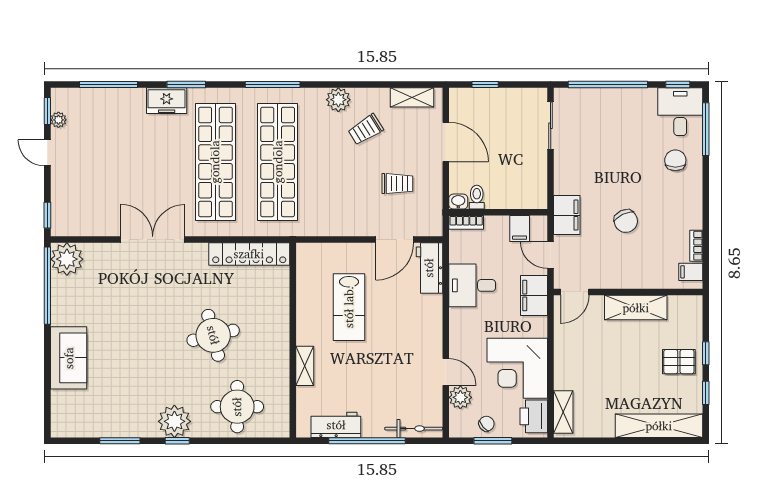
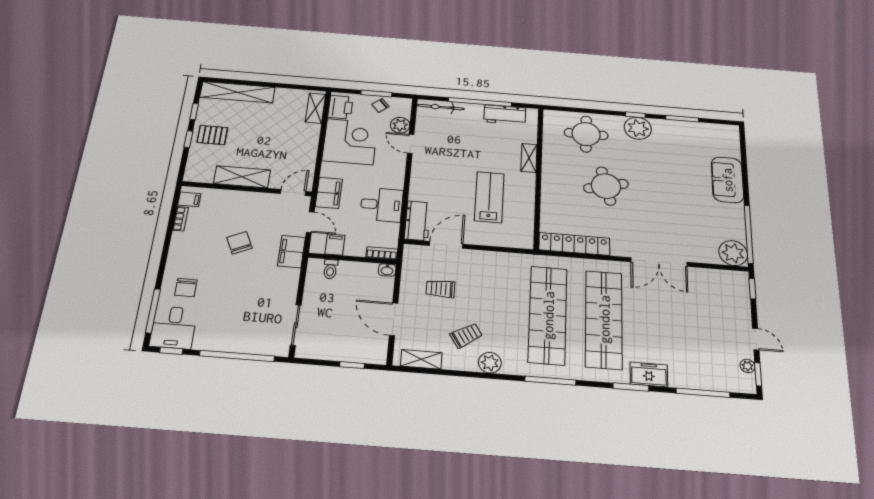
toilet: (477, 197) -> (330, 269), moved

